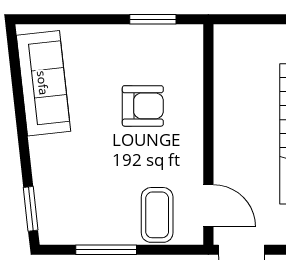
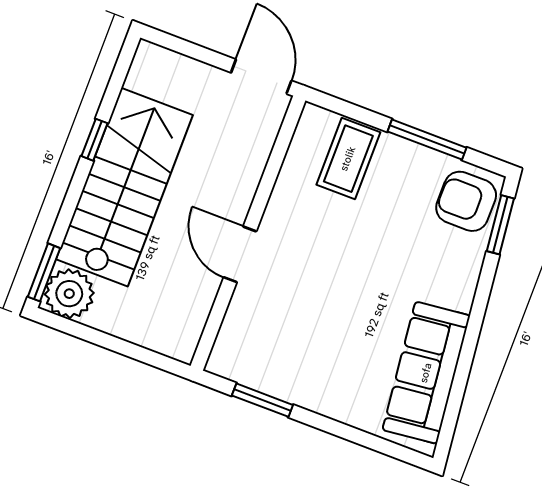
armchair: (143, 106) -> (466, 201), moved
door: (208, 206) -> (240, 254), moved

